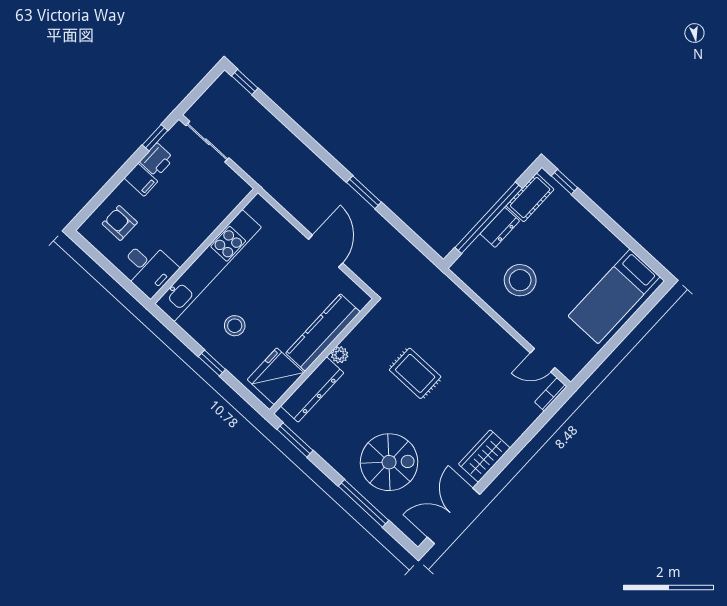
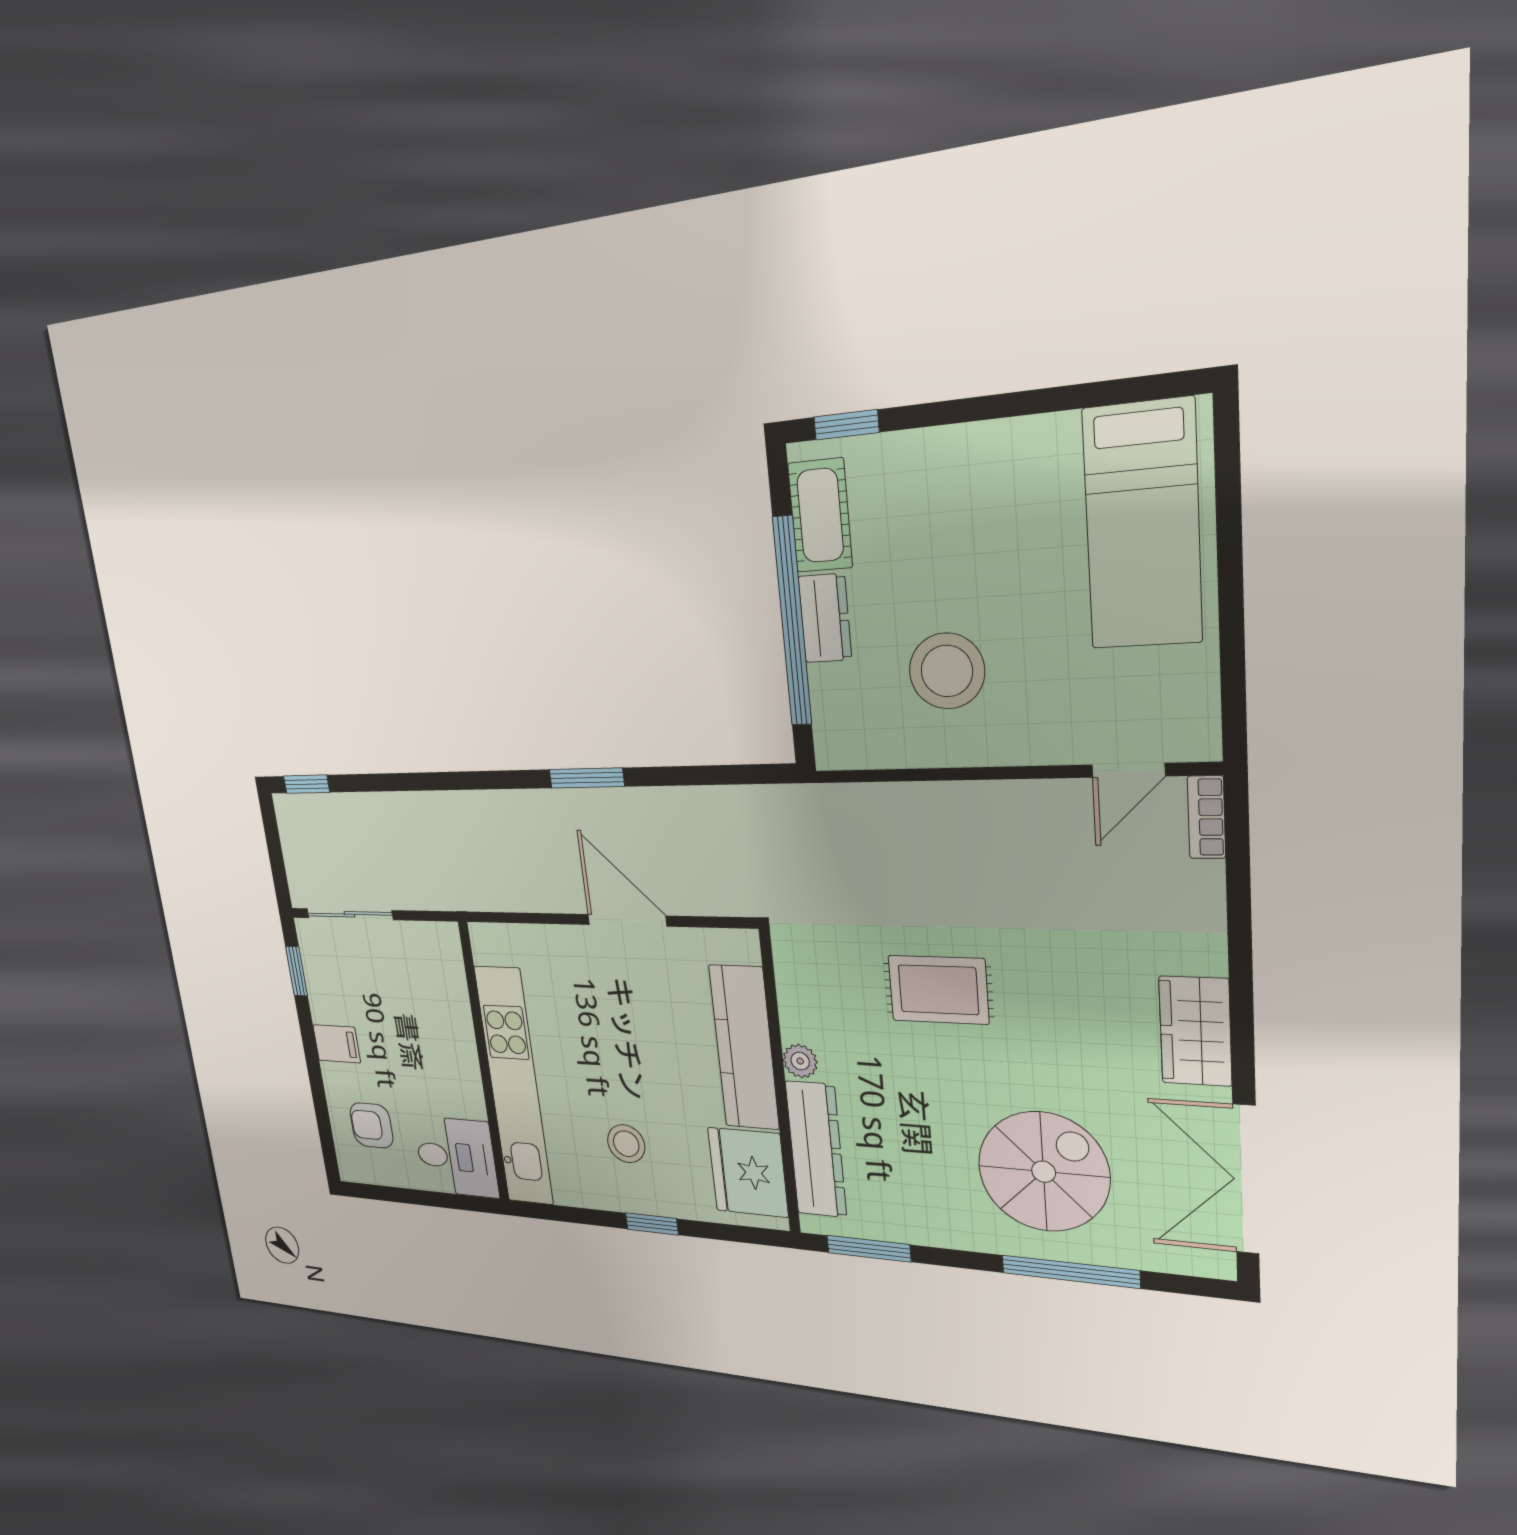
printer: (157, 160) -> (326, 999), removed

